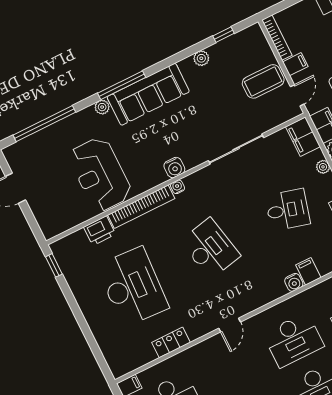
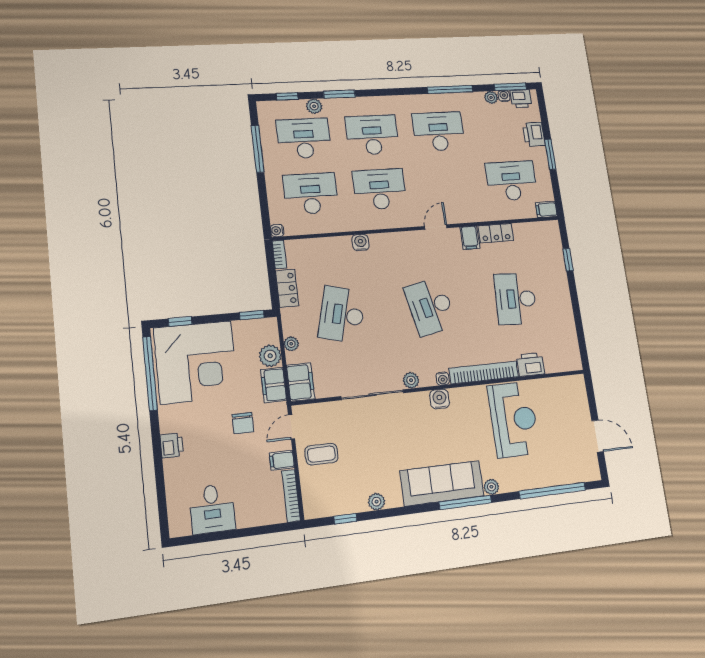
coffee table: (263, 81) -> (321, 454), width x0.73, depth x0.77
plant: (206, 175) -> (411, 380), added
desk: (288, 210) -> (342, 315), width x1.37
window: (54, 265) -> (568, 260), moved
filing cabinet: (308, 271) -> (470, 238), moved
desk: (133, 287) -> (515, 299), width x0.73, depth x0.77

